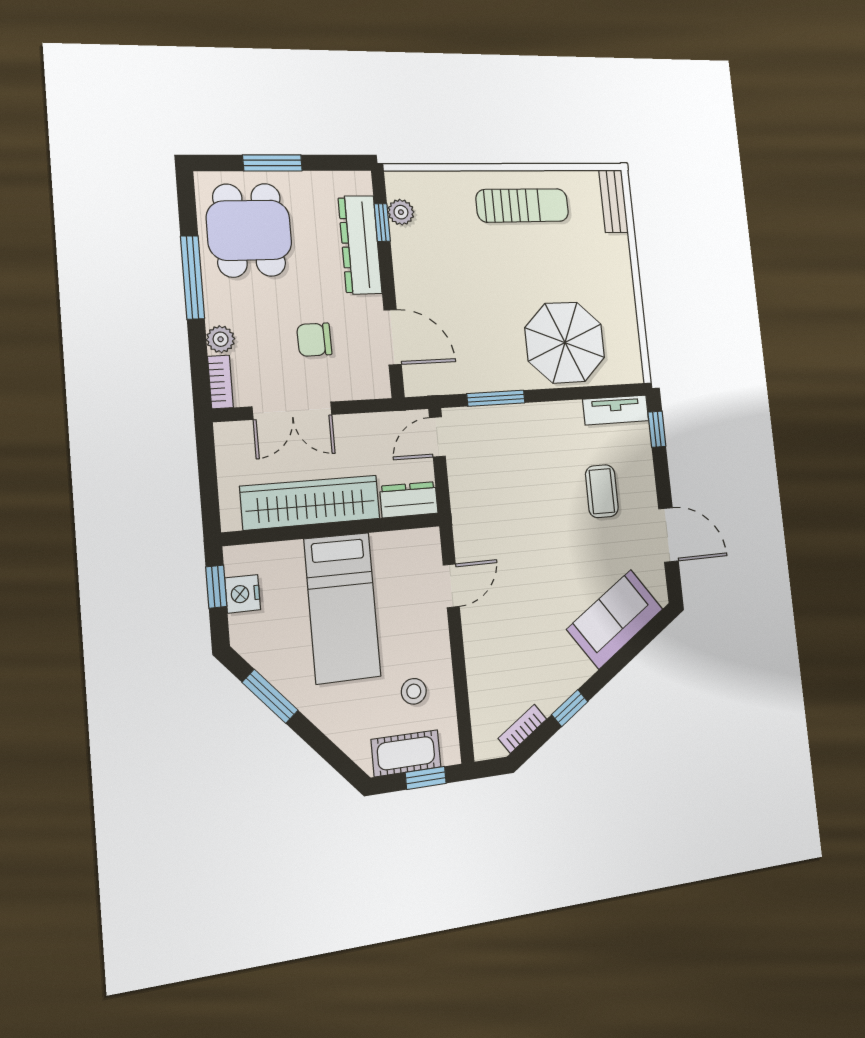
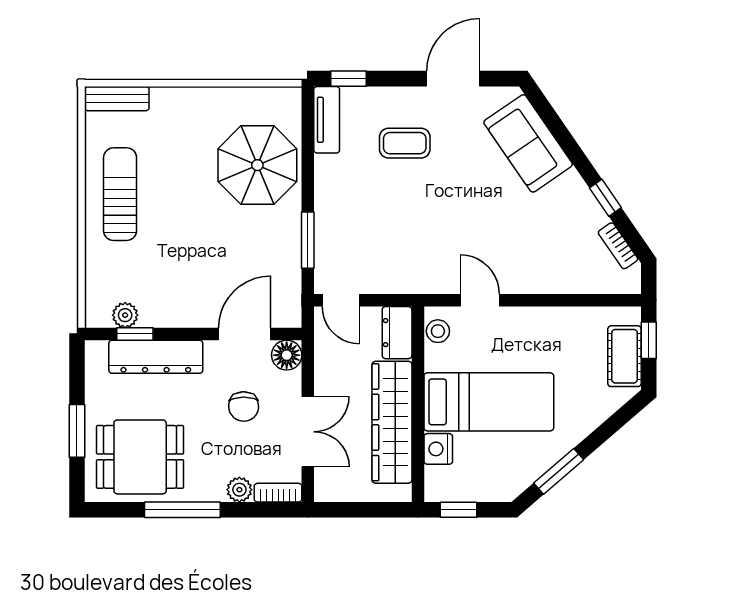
floor lamp: (374, 383) -> (287, 355), added
nightstand: (243, 594) -> (438, 449), moved, turned 90
stool: (414, 691) -> (438, 331), moved

